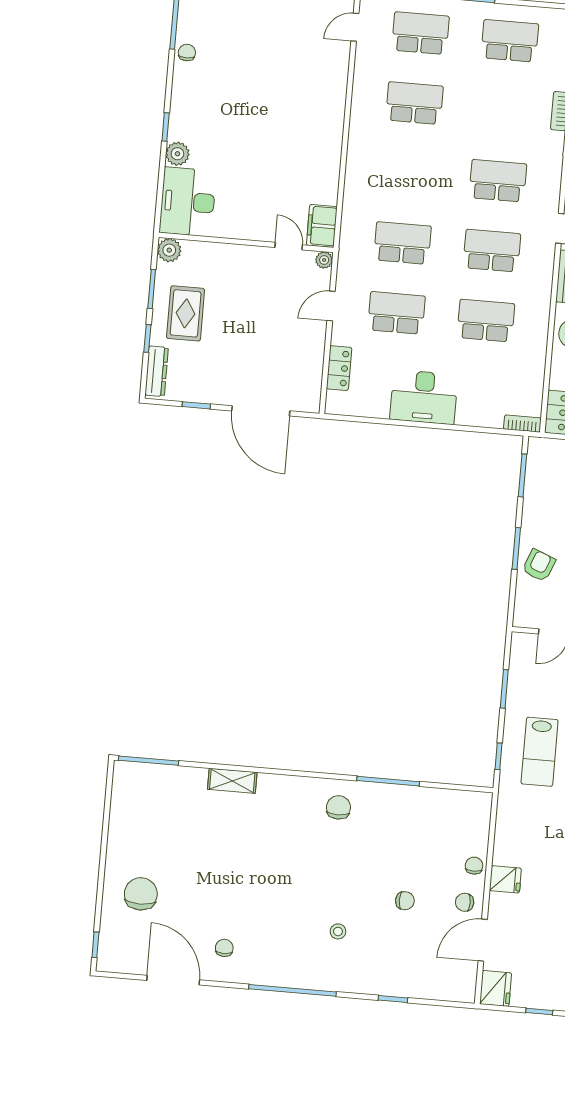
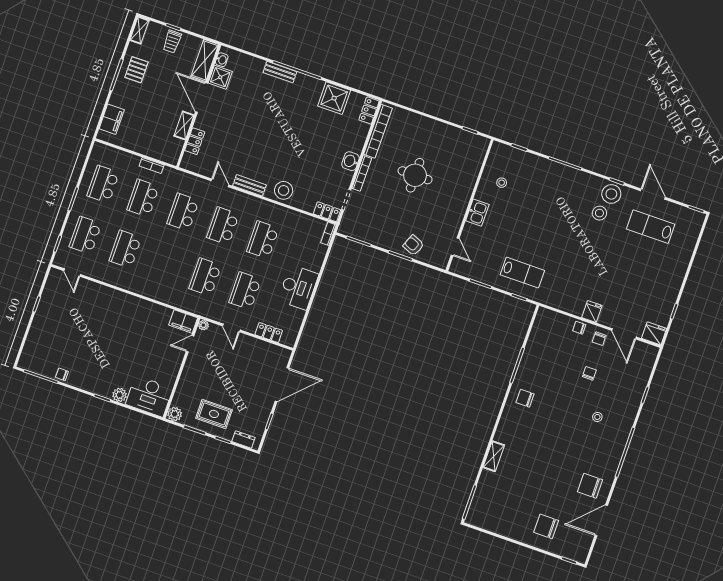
school desk: (504, 111) -> (143, 198), added
dresser: (157, 371) -> (243, 439), width x0.70
chair: (224, 948) -> (590, 486), width x1.87, depth x1.87

